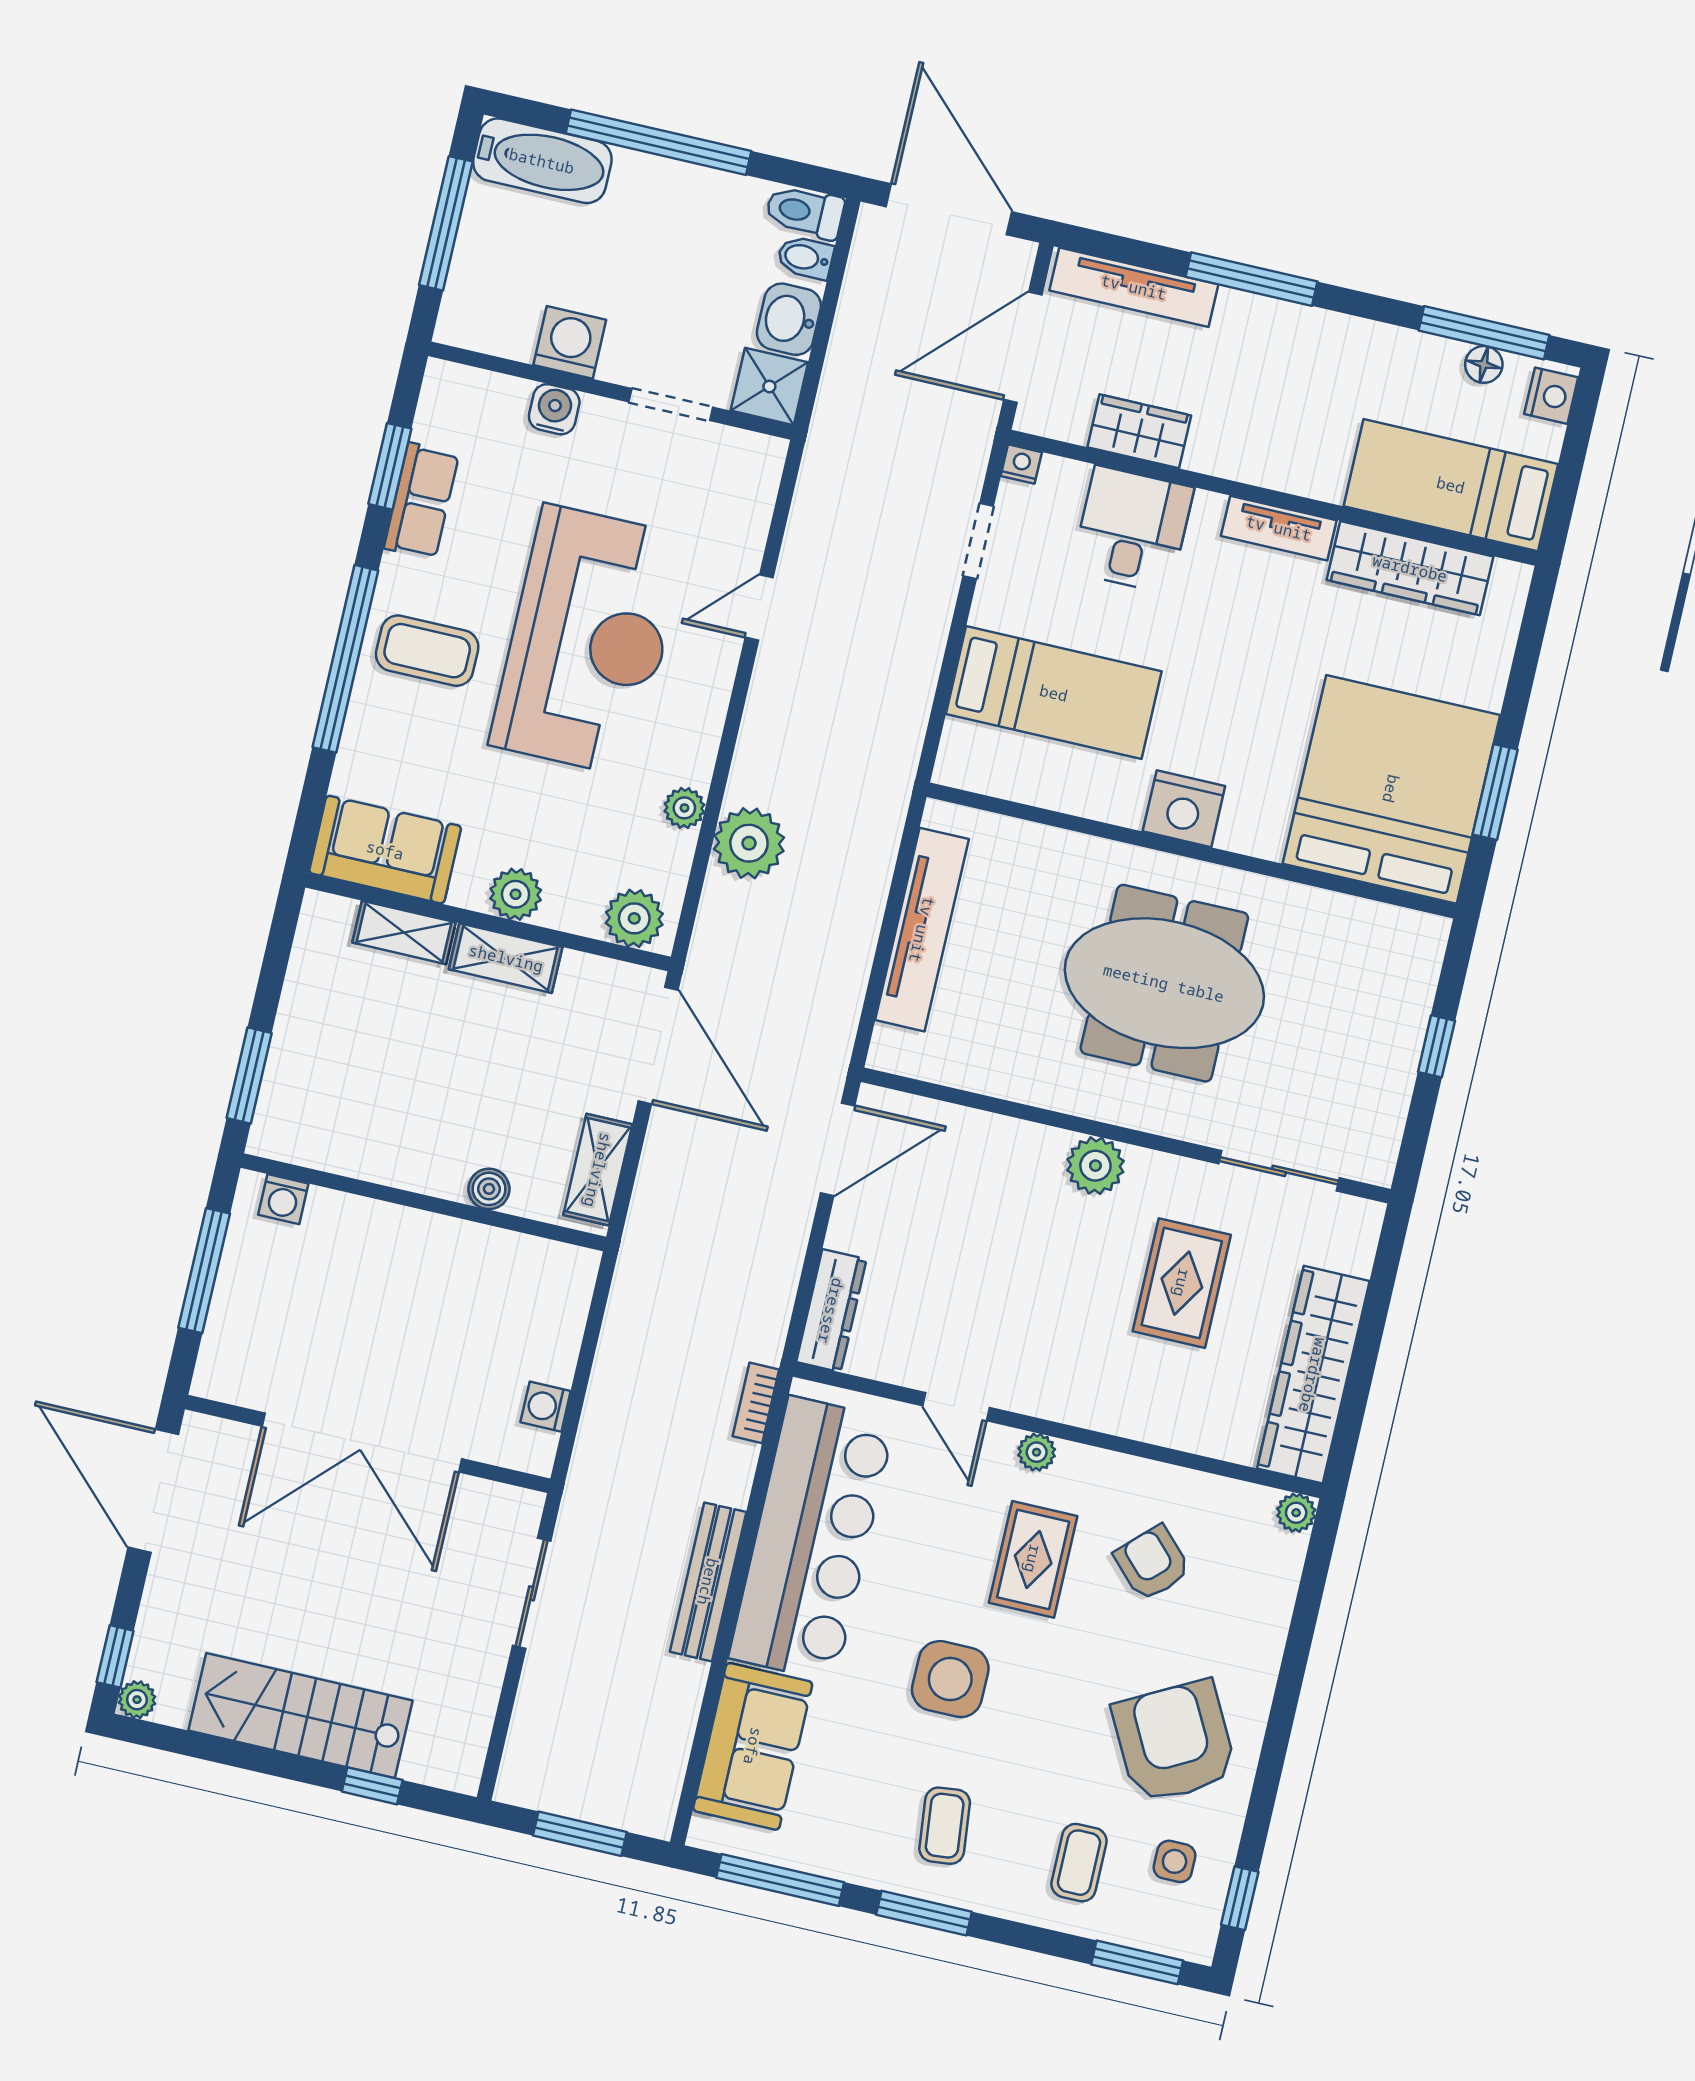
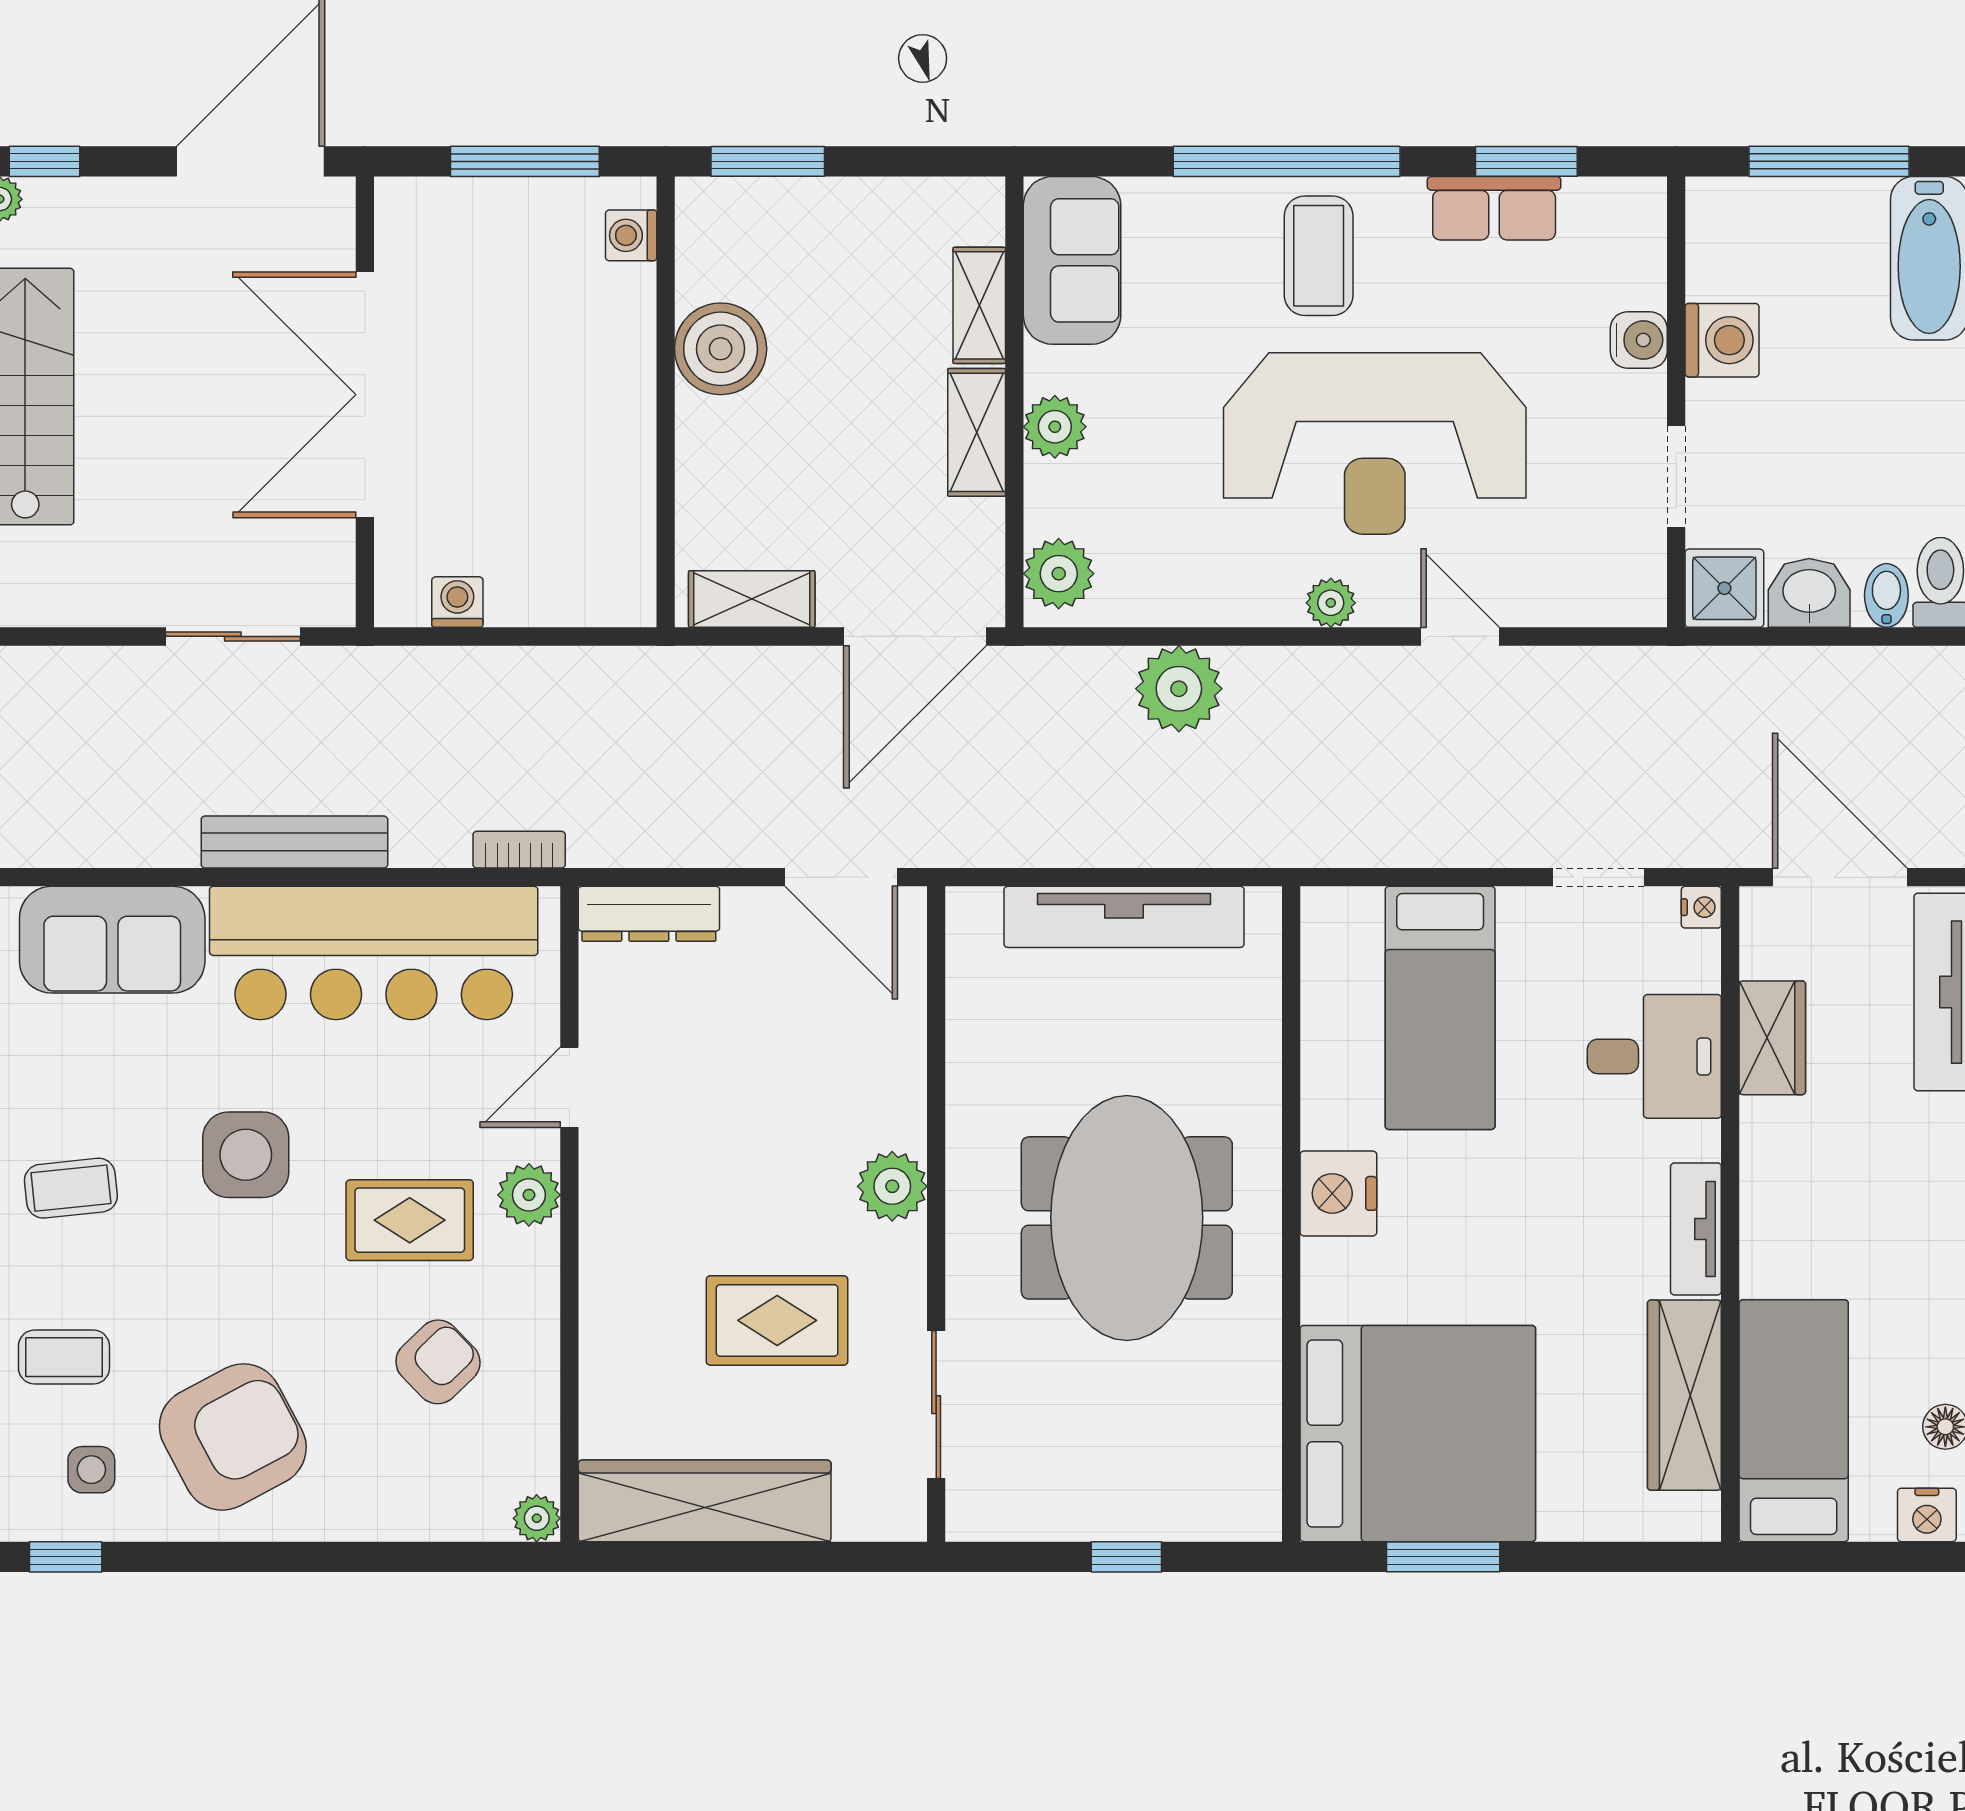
plant: (684, 808) -> (1331, 603), moved
boiler: (489, 1189) -> (721, 349), moved, width x1.86, depth x1.86
plant: (1037, 1452) -> (529, 1195), width x1.38, depth x1.38

